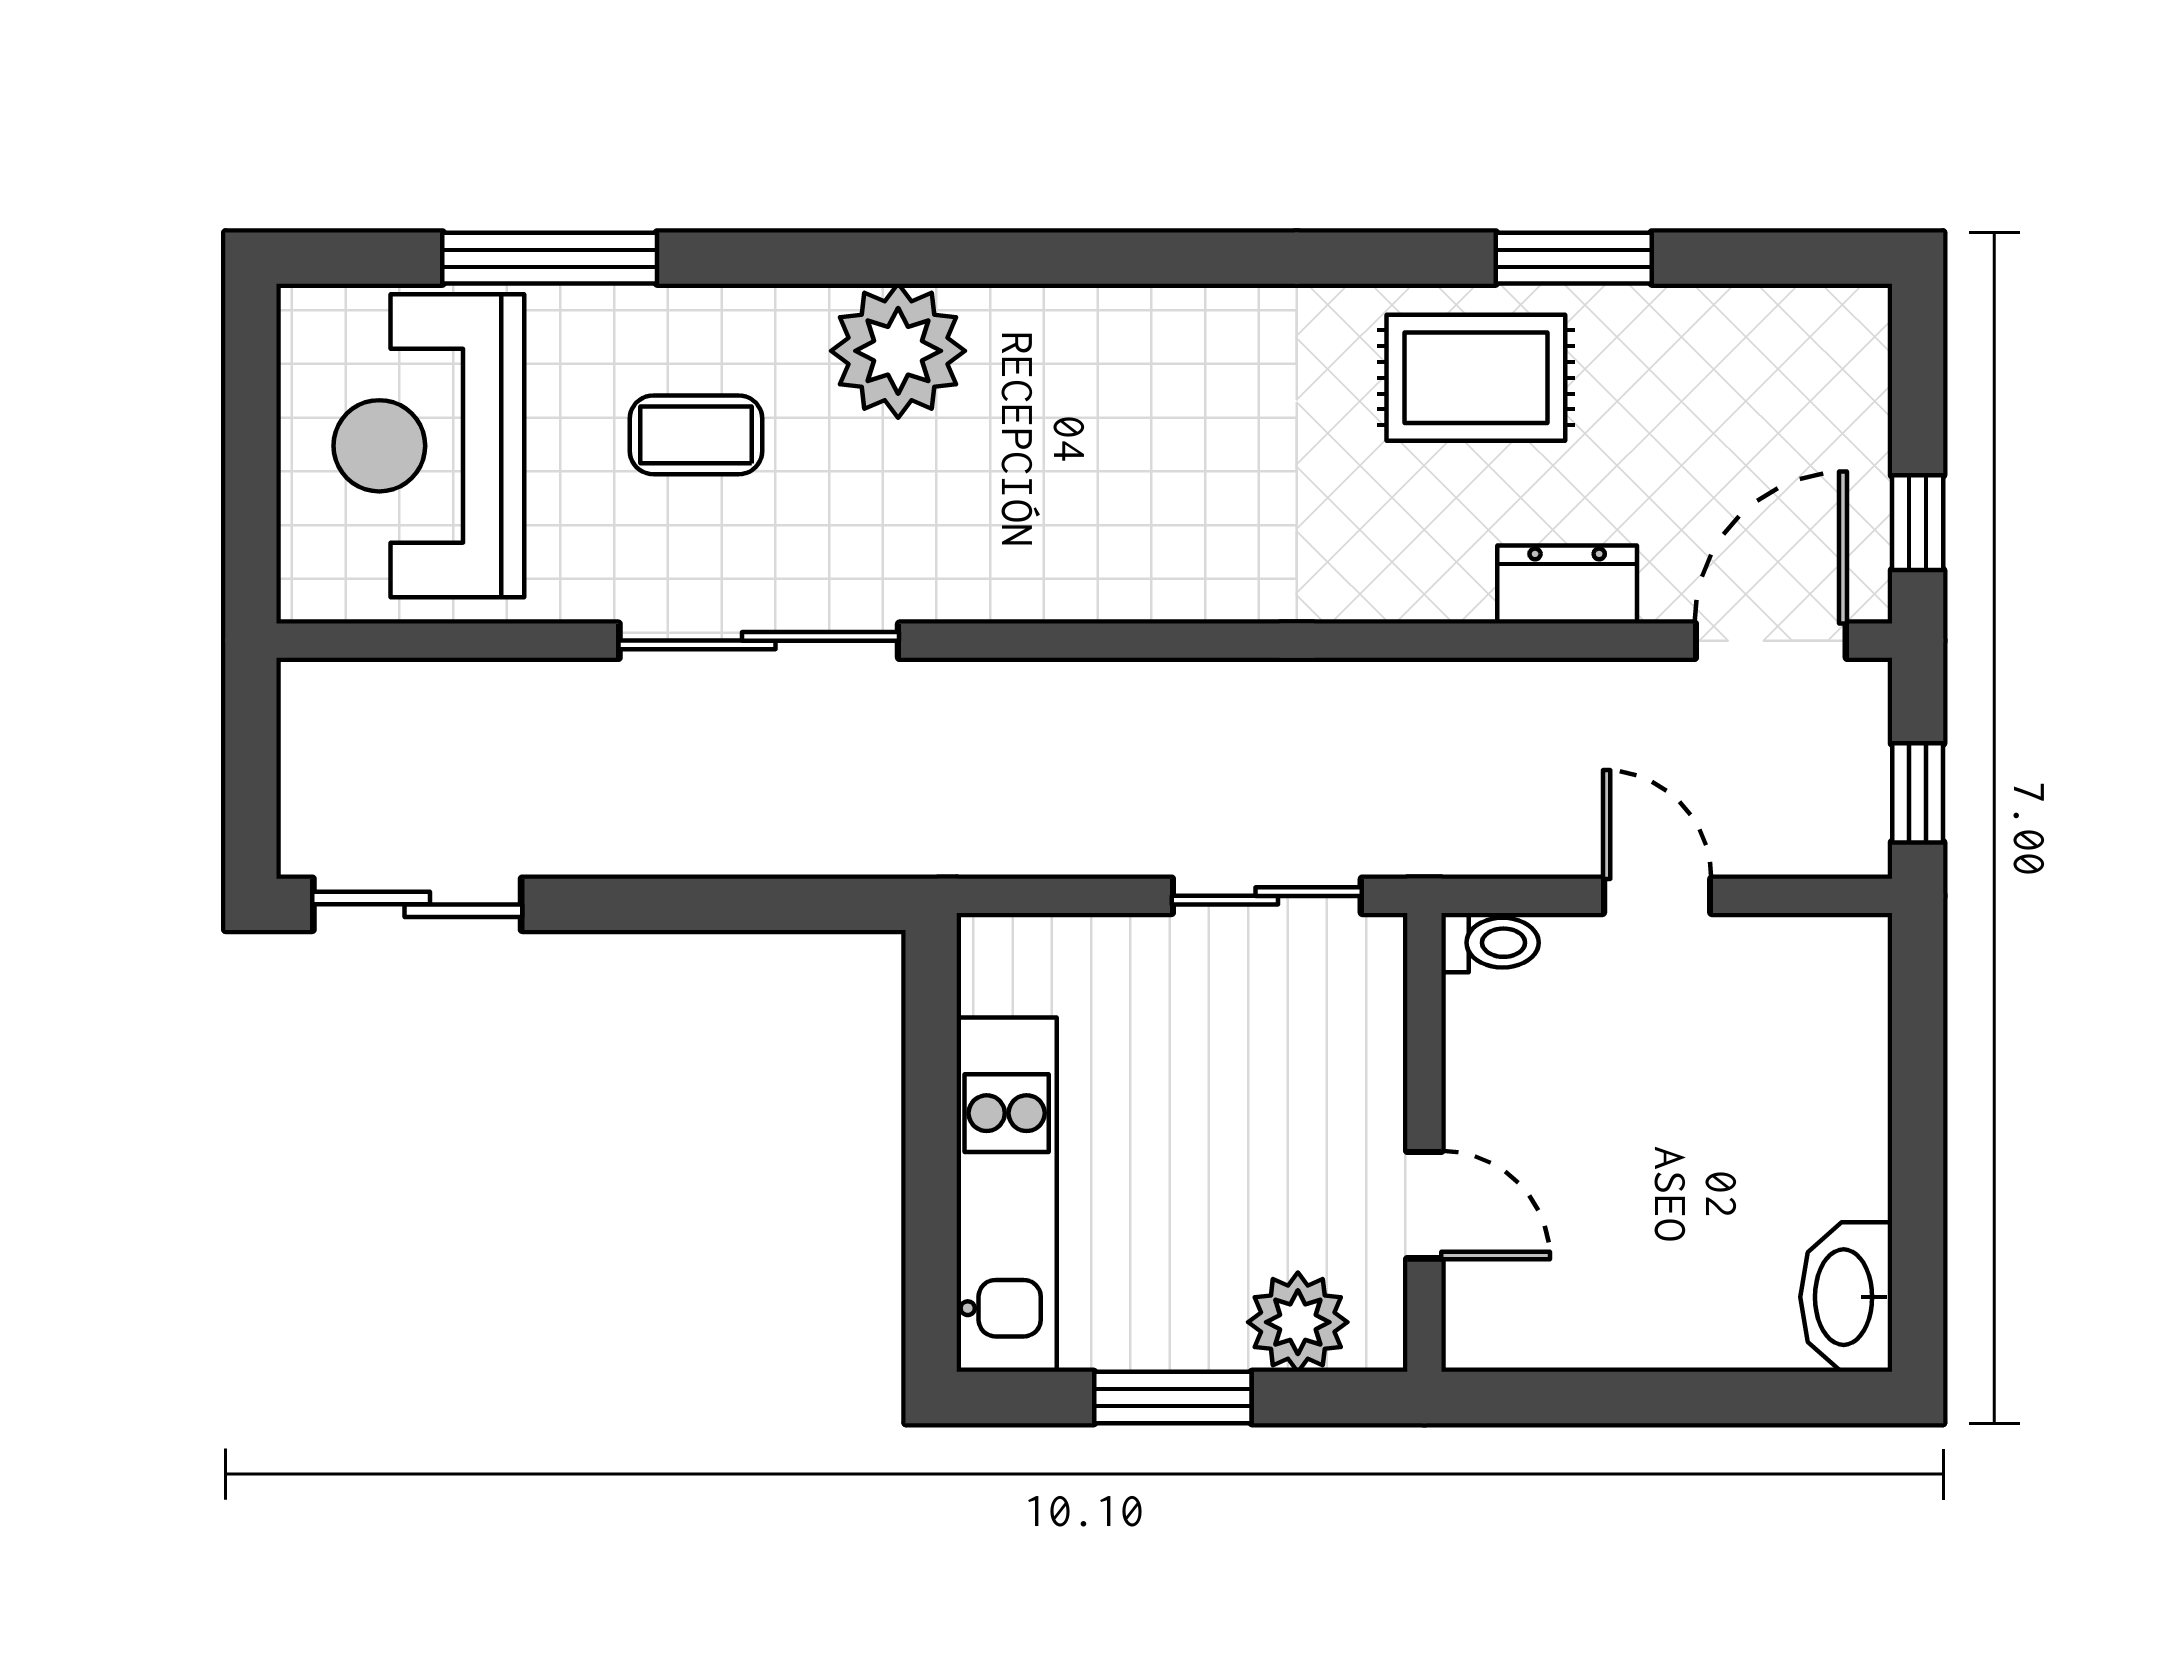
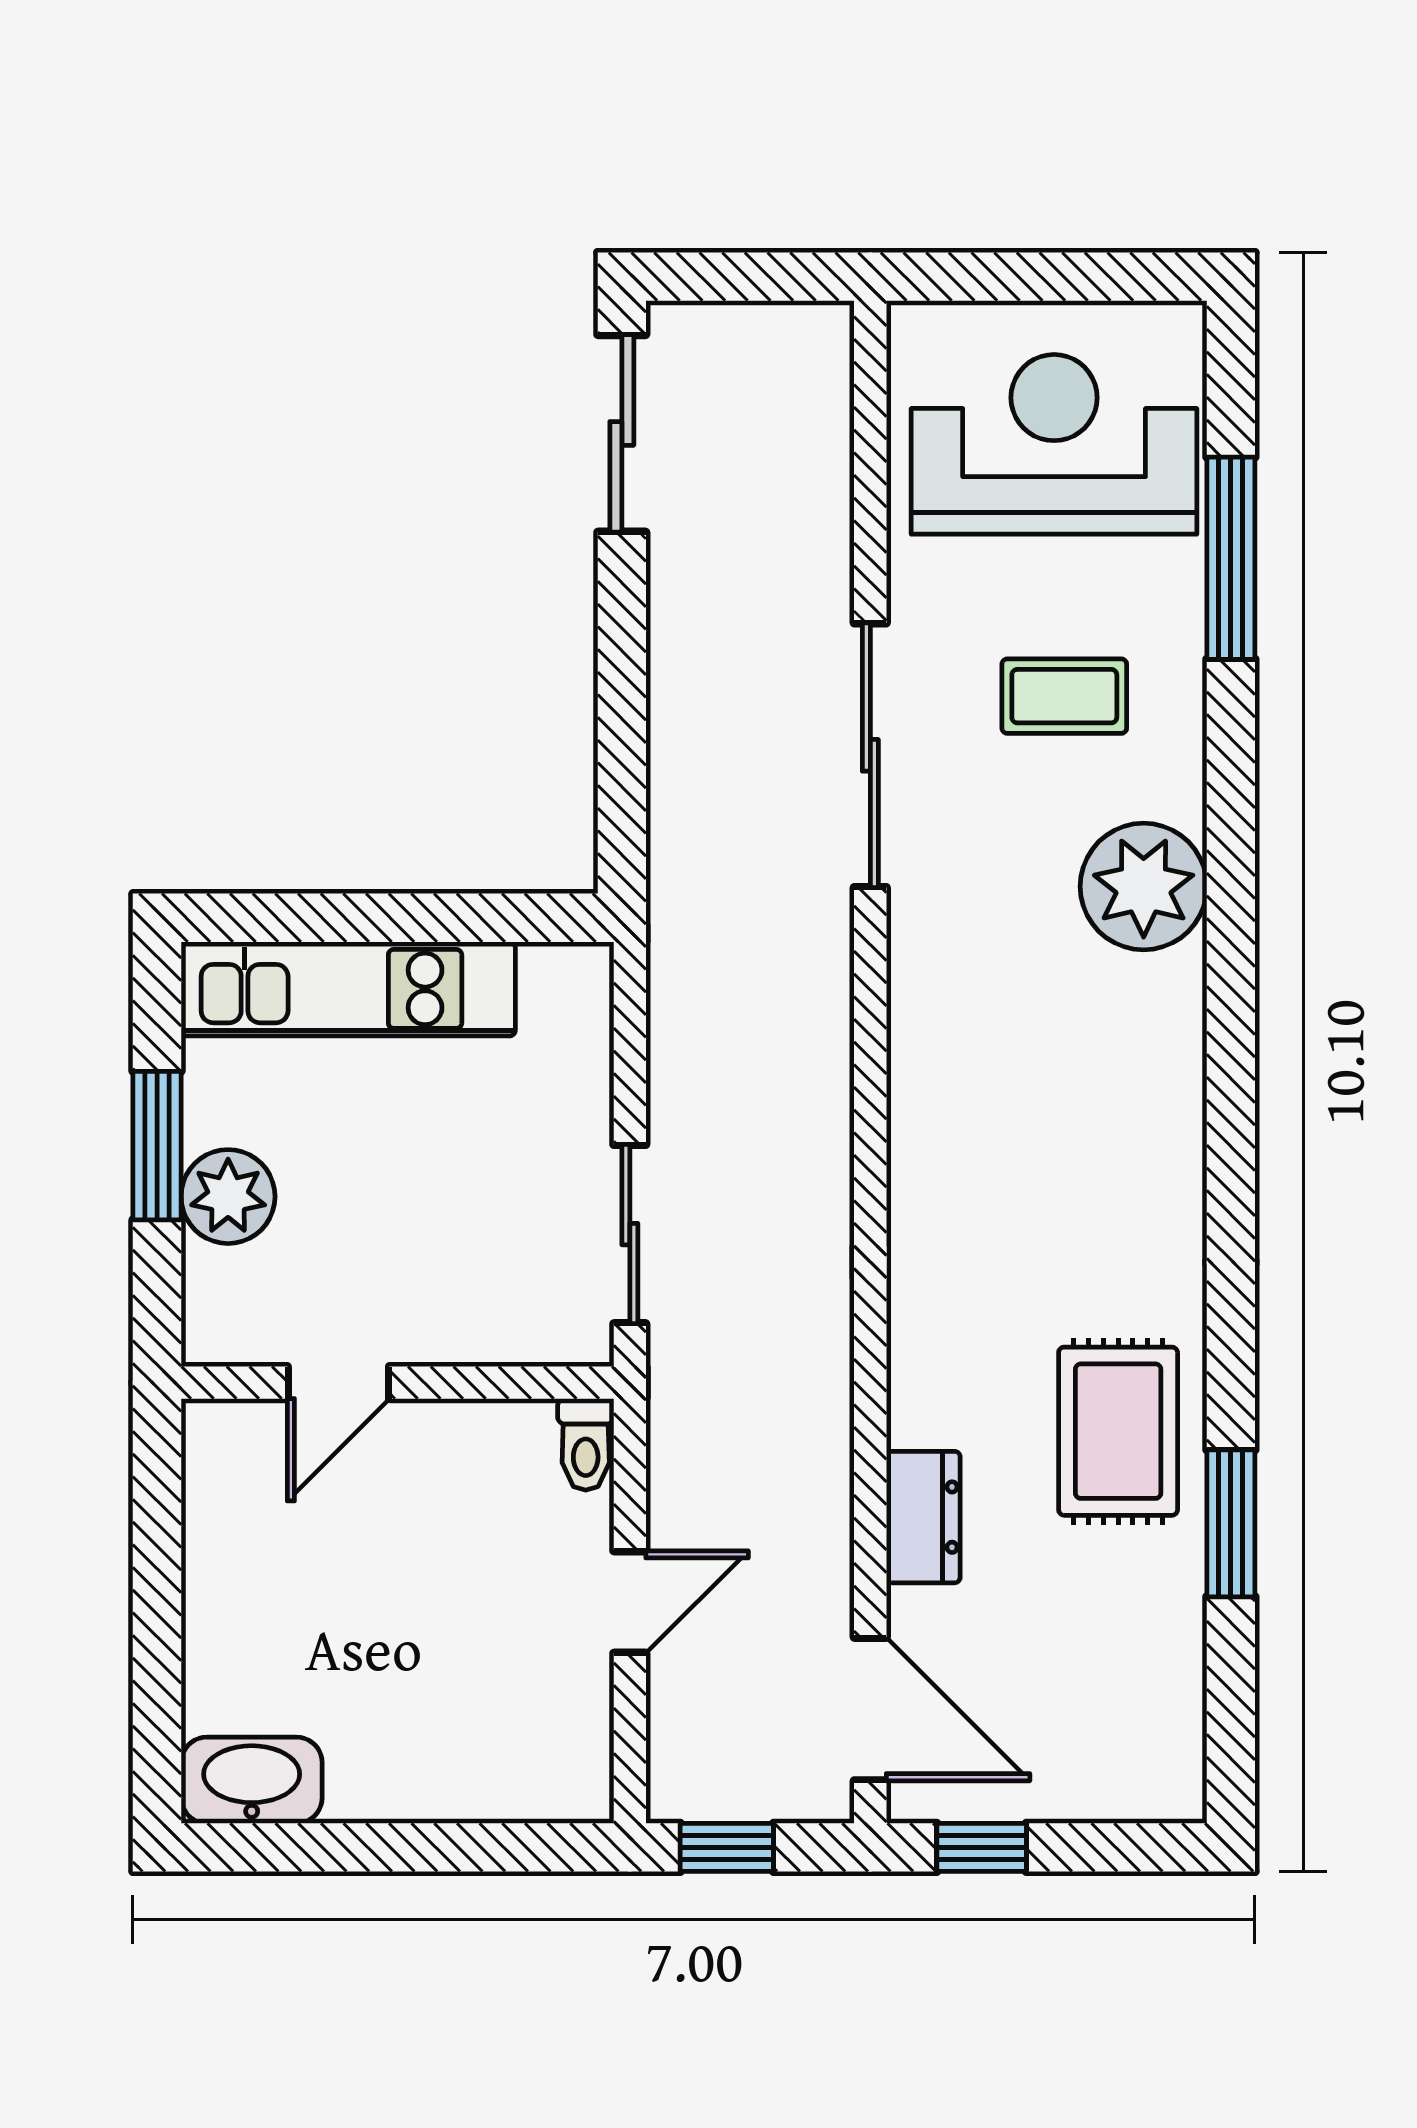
coffee table: (696, 435) -> (1064, 696), turned 90
plant: (1298, 1322) -> (228, 1197), moved

